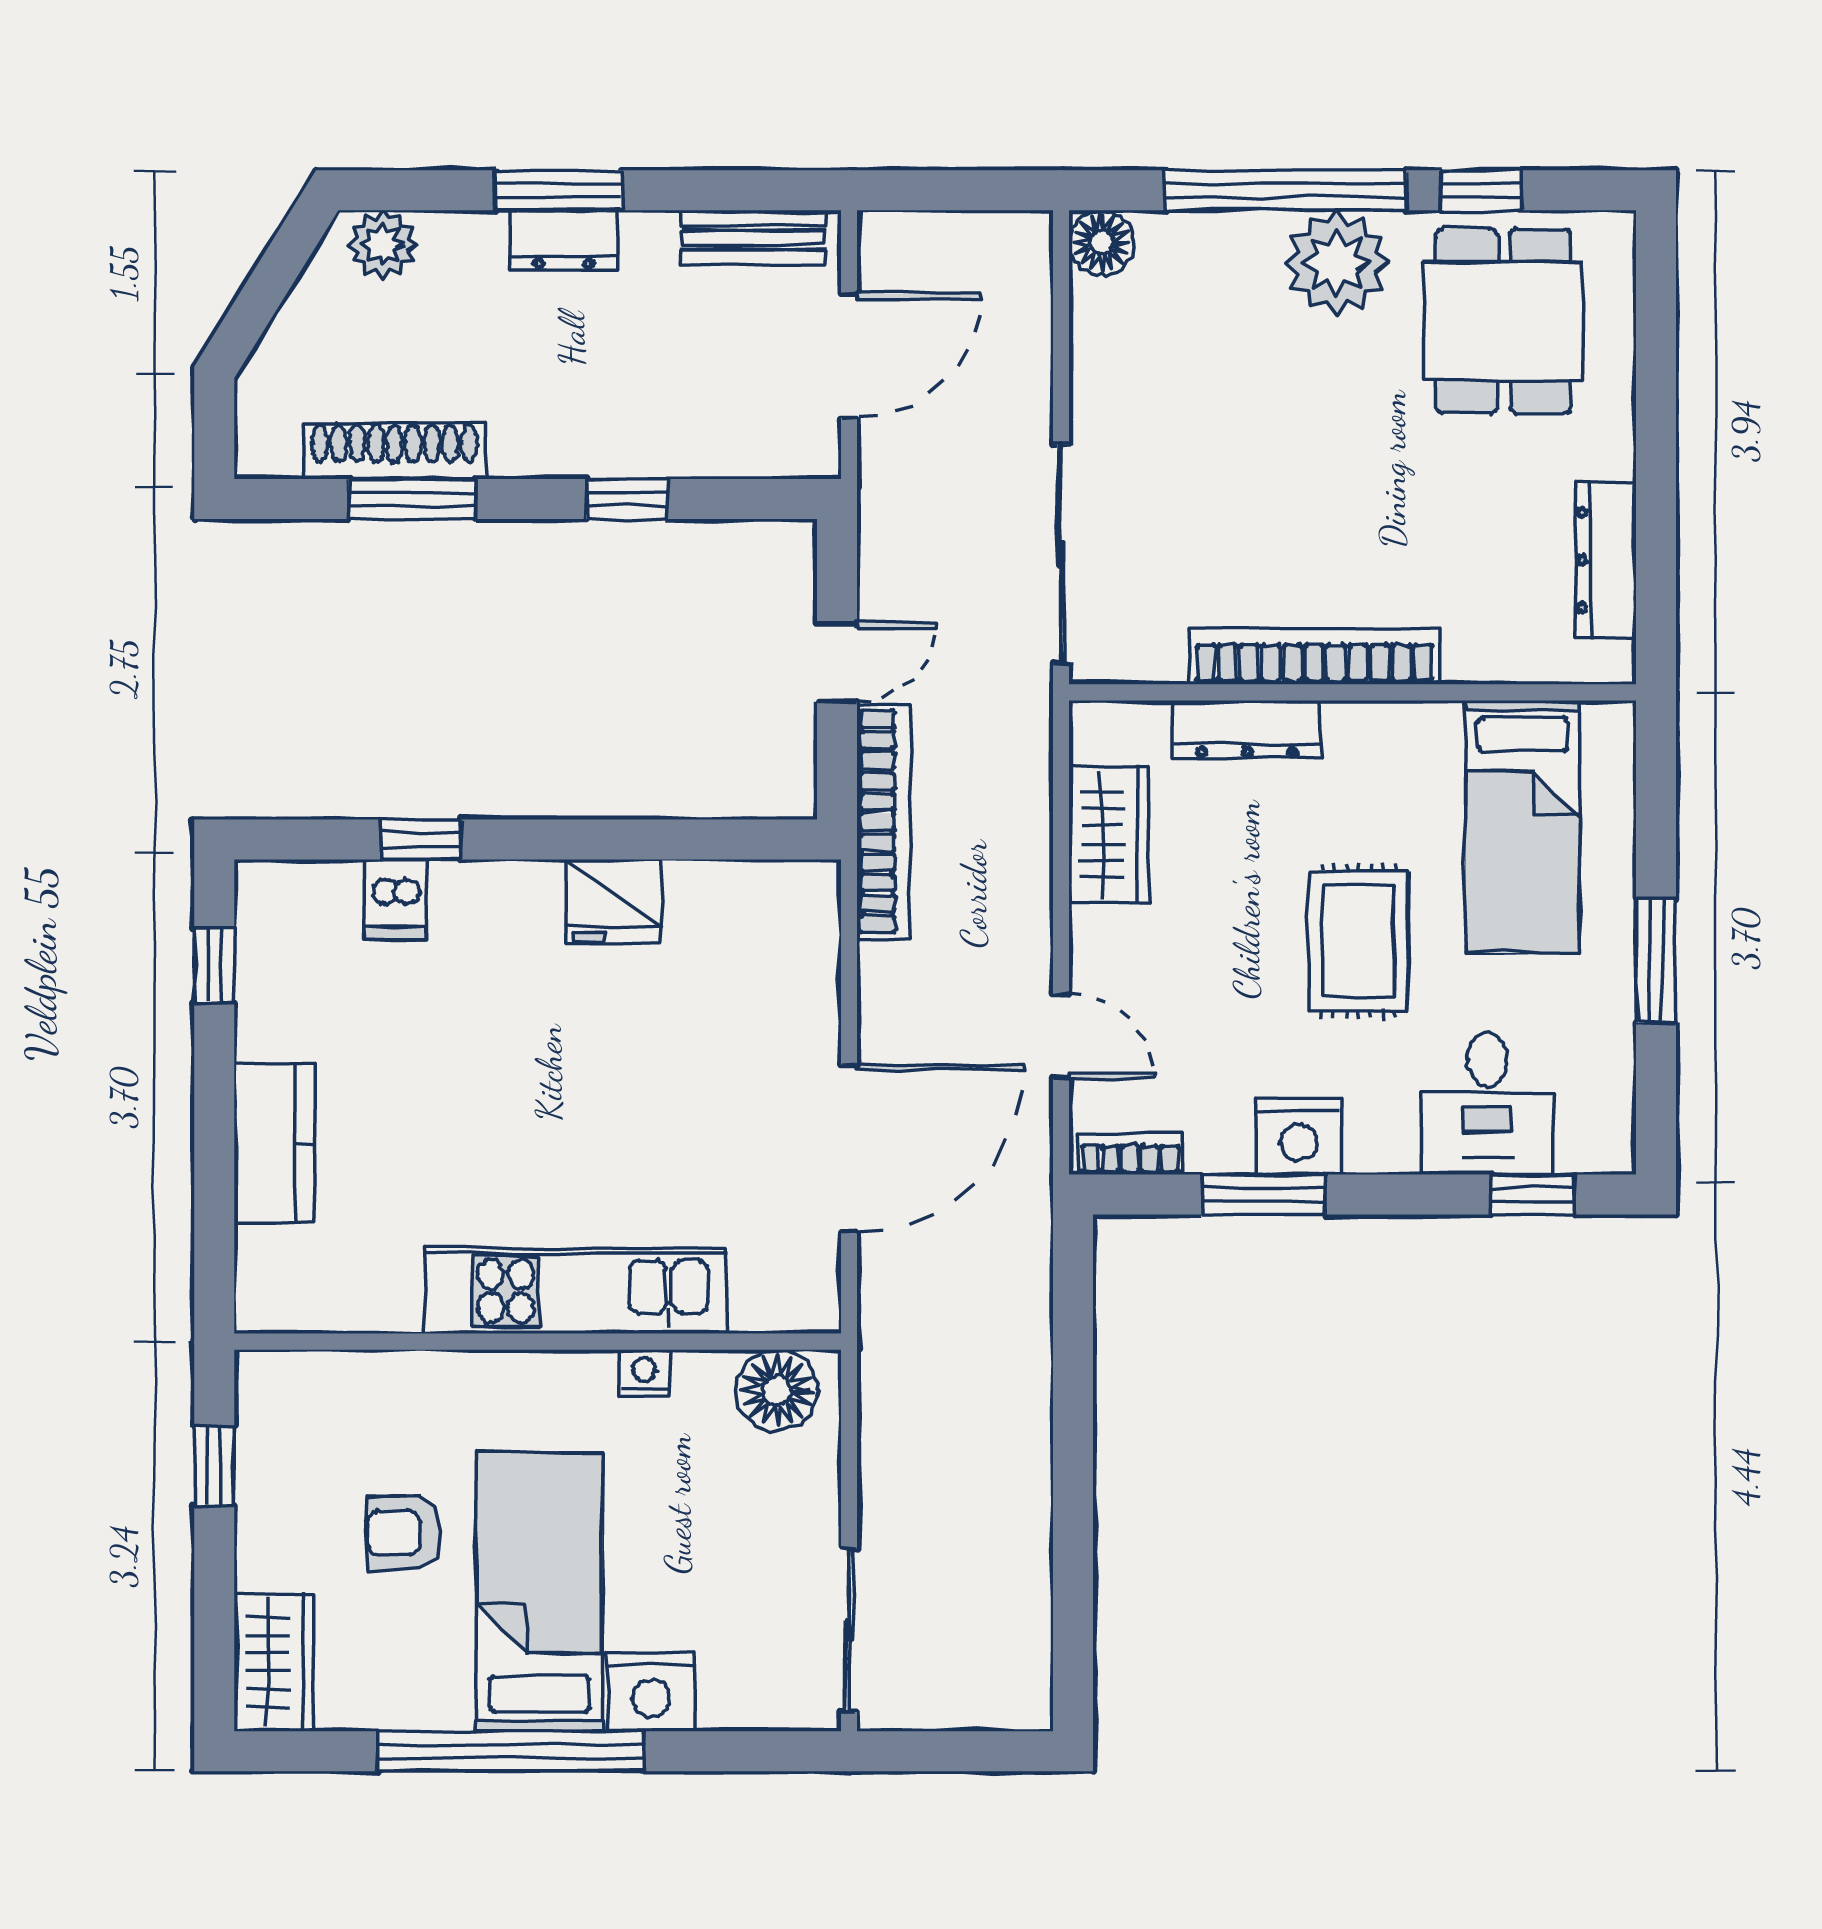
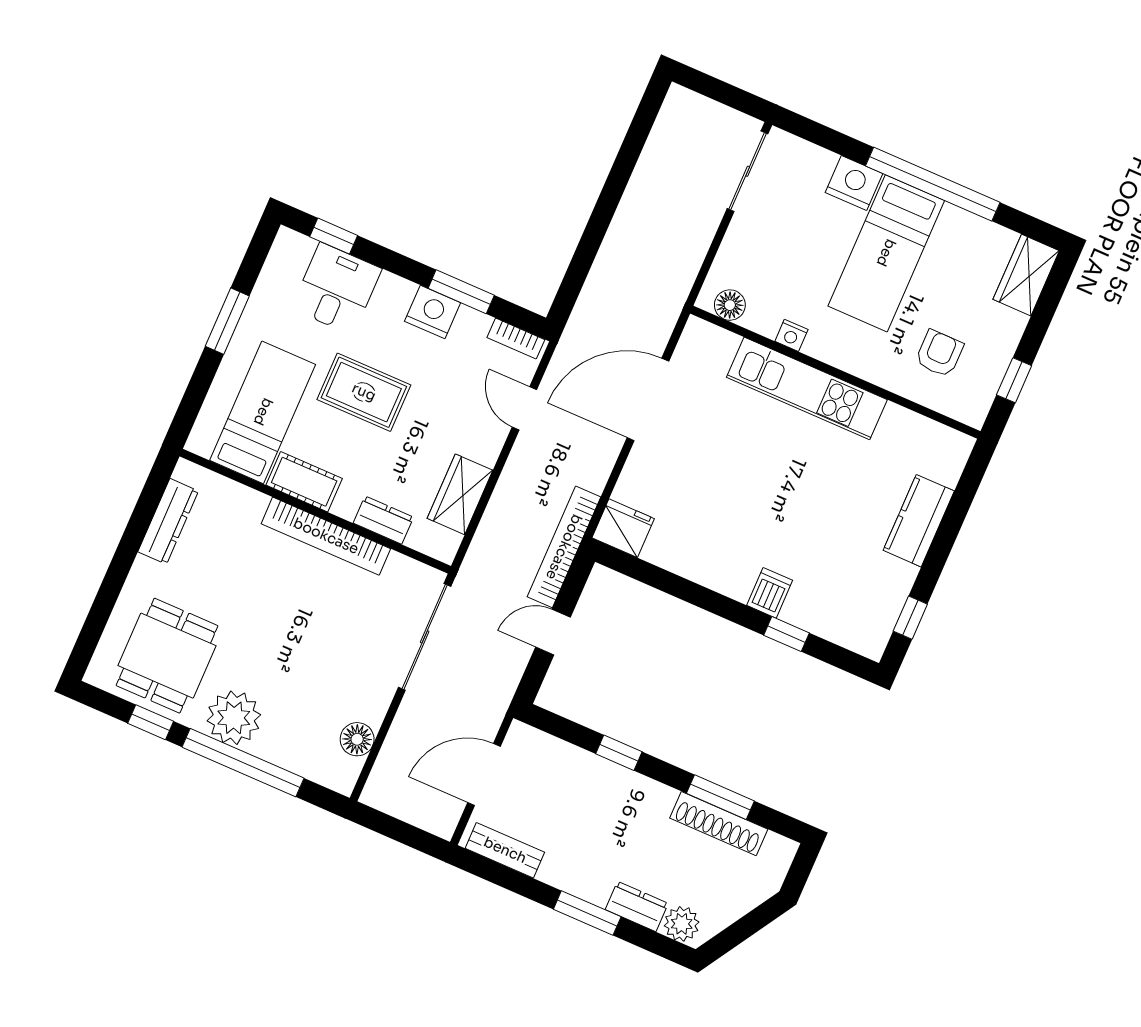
dresser: (564, 240) -> (637, 906), moved
floor lamp: (1101, 243) -> (357, 739), moved
dresser: (1247, 729) -> (383, 520), width x0.70
cot: (1395, 736) -> (304, 482), added
dishwasher: (396, 900) -> (770, 593), moved
fridge: (614, 901) -> (623, 528), moved
rug: (1358, 941) -> (364, 392), turned 90
floor lamp: (777, 1390) -> (730, 305), width x0.73, depth x0.73
armchair: (404, 1533) -> (939, 354), moved, turned -90

